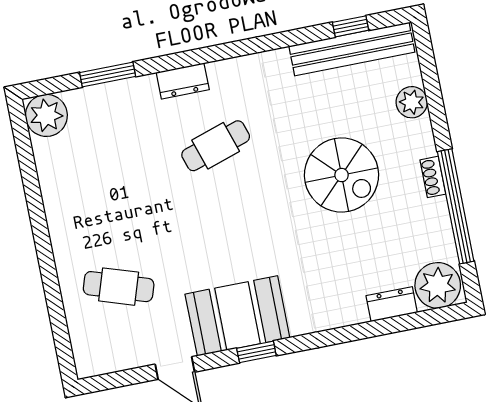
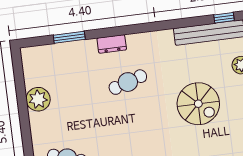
window: (351, 26) -> (224, 18), moved
plant: (46, 115) -> (38, 99), moved

